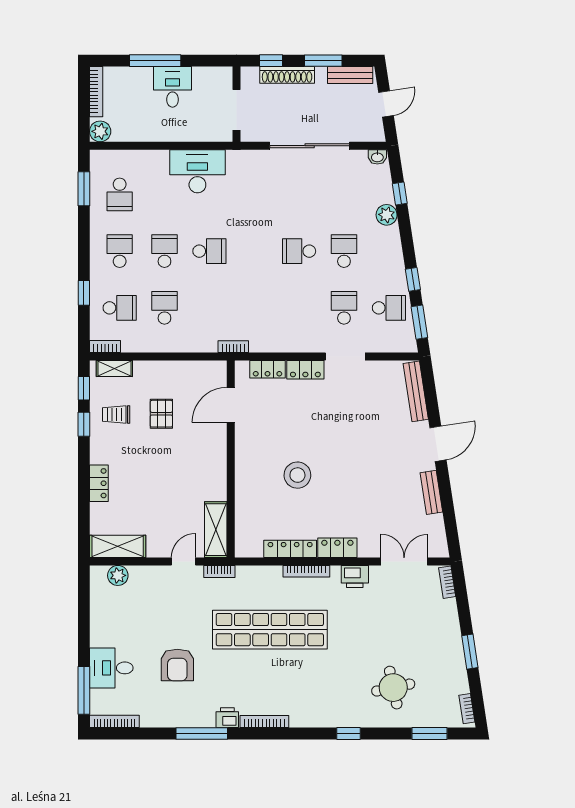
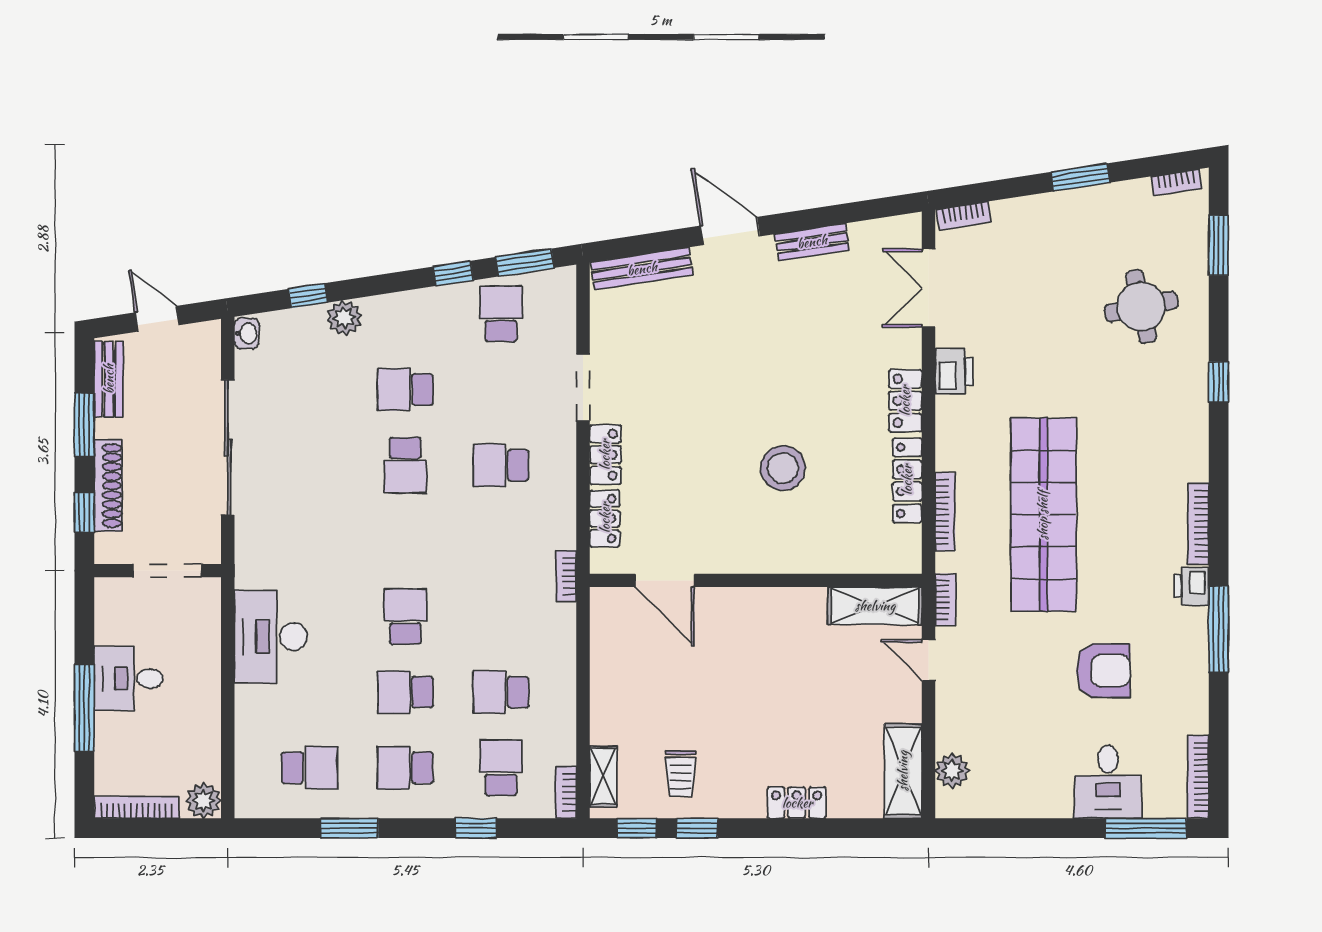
window: (84, 189) -> (349, 828), moved
school desk: (344, 308) -> (501, 465), moved
pallet: (161, 414) -> (679, 697), removed
bookcase: (306, 571) -> (945, 512), moved

